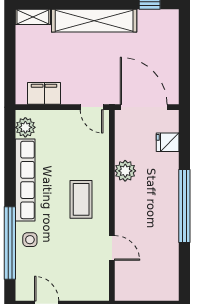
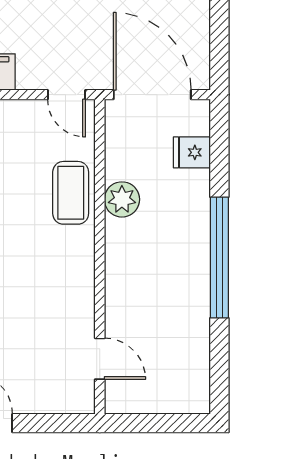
coffee table: (81, 199) -> (71, 193), moved
door: (112, 248) -> (100, 359), moved

